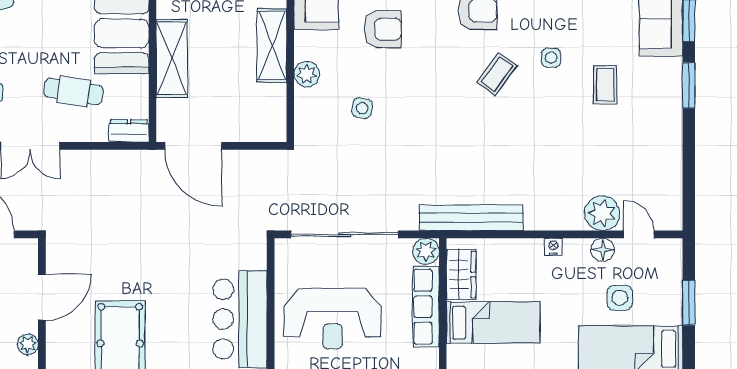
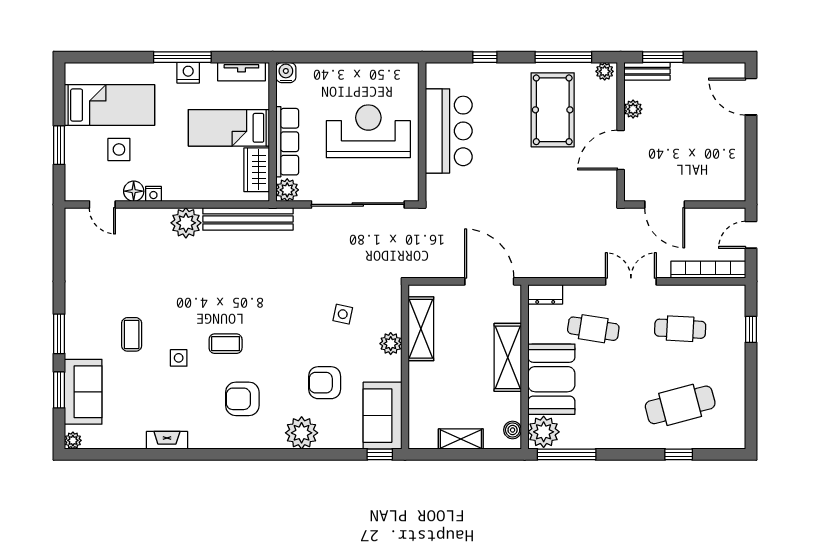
shelving: (272, 45) -> (421, 329), moved
coffee table: (497, 74) -> (226, 344), turned 54
plant: (602, 213) -> (186, 223), moved
nightstand: (553, 247) -> (153, 194), moved

